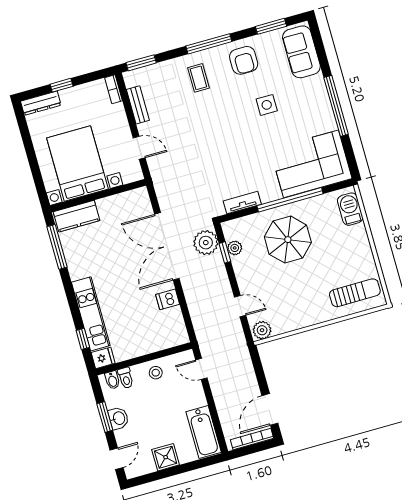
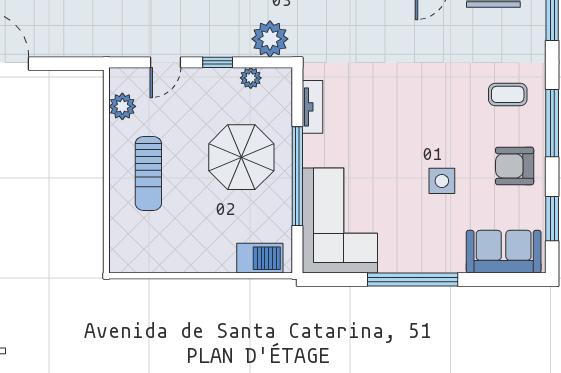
window: (225, 252) -> (218, 62), moved
sun lounger: (355, 293) -> (148, 173), moved
plant: (262, 330) -> (122, 106), moved

